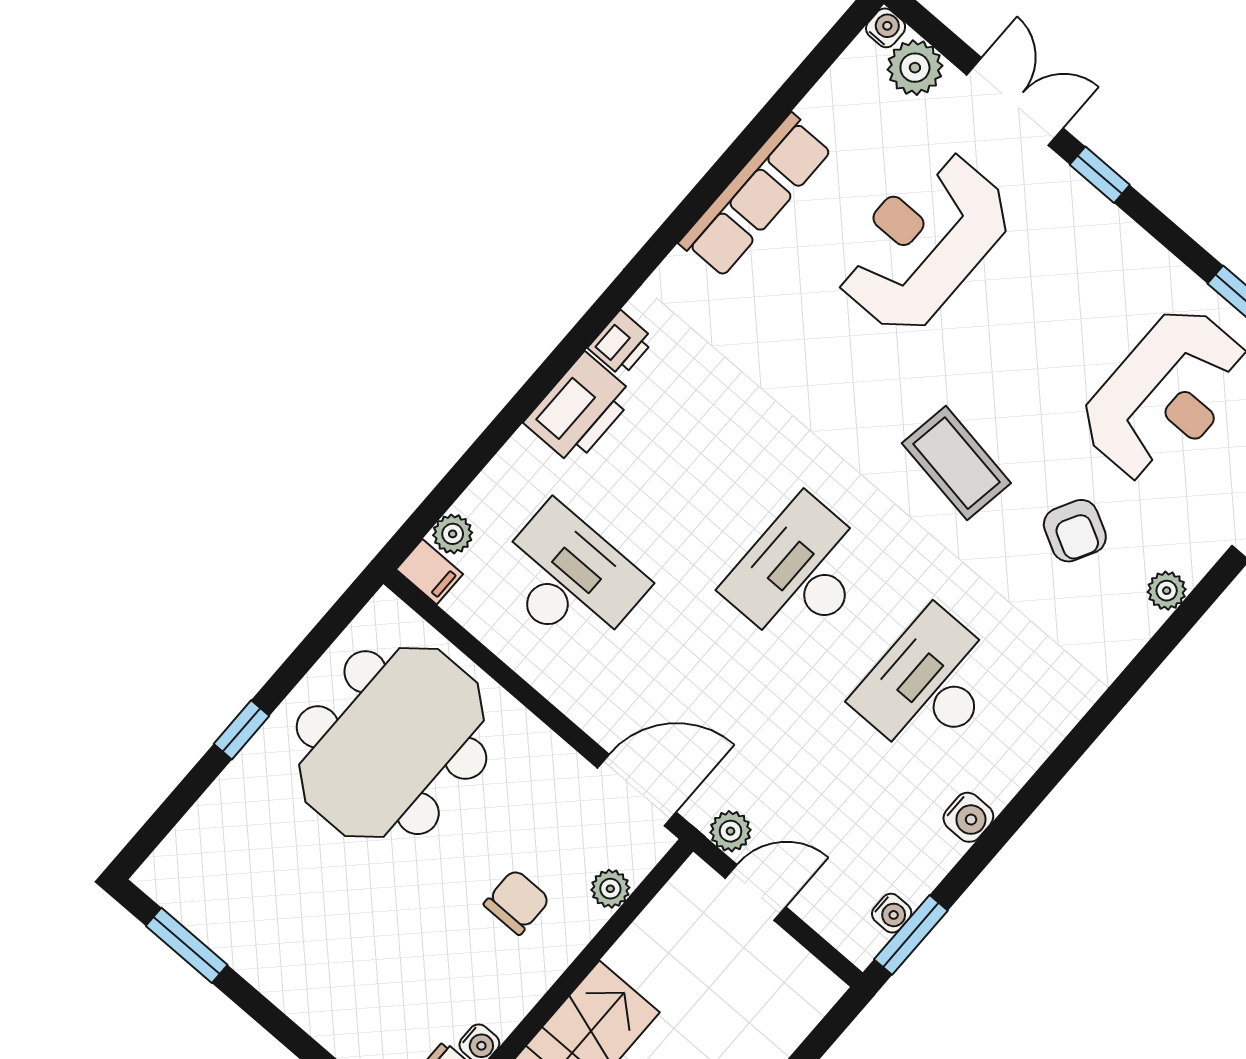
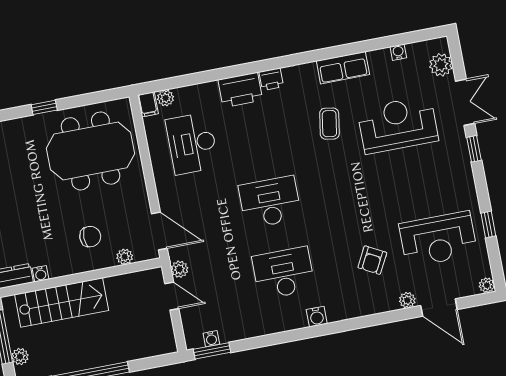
water cooler: (886, 28) -> (398, 52), moved, turned -90
row of seats: (756, 196) -> (343, 68), width x0.68
coffee table: (956, 463) -> (329, 124), moved, width x0.73, depth x0.77
desk: (569, 579) -> (192, 143), turned 180
plant: (1167, 591) -> (407, 300), moved
water cooler: (968, 817) -> (317, 317), moved

